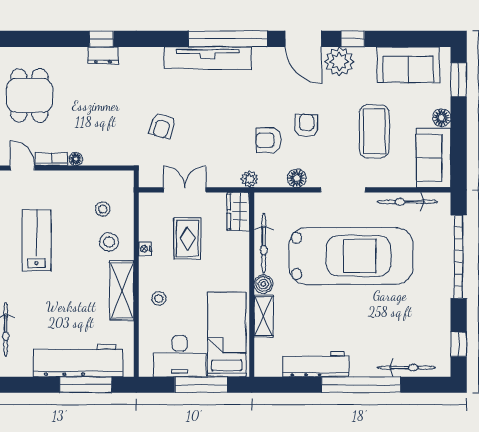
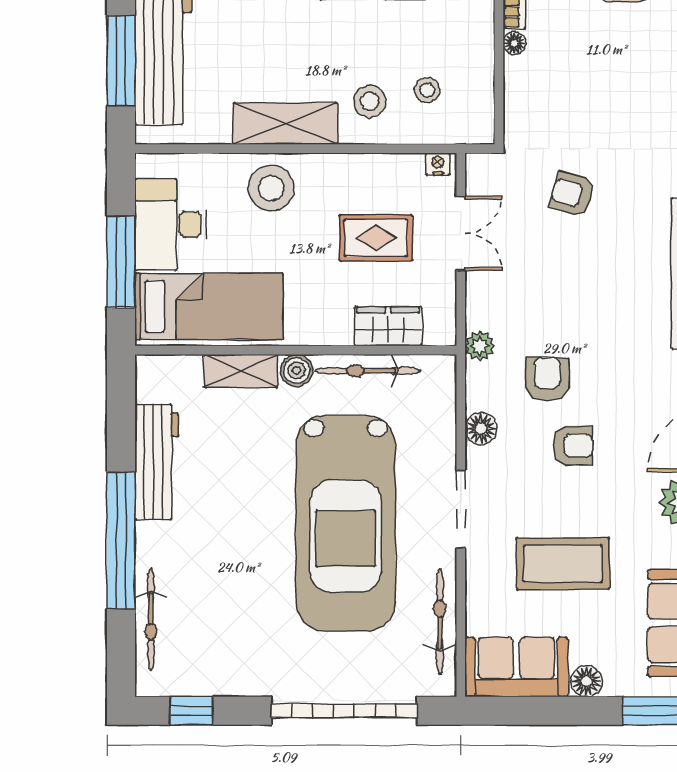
wardrobe: (238, 212) -> (388, 326), moved
nightstand: (145, 249) -> (438, 164), moved
stool: (159, 299) -> (271, 188), width x1.89, depth x1.89

